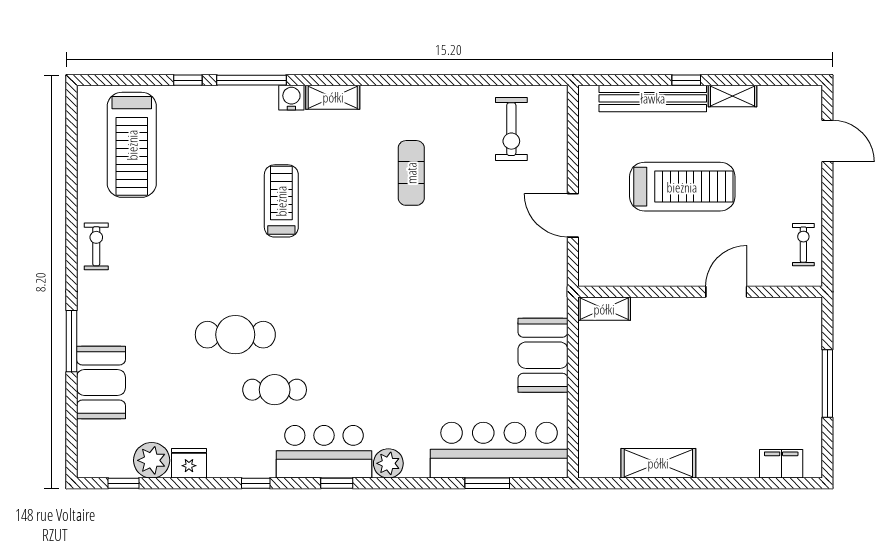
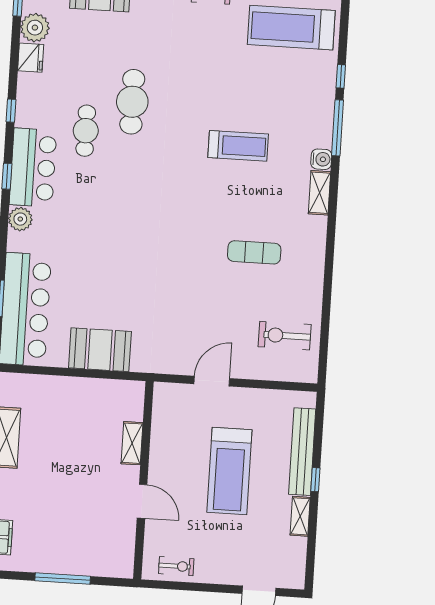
shelving: (604, 309) -> (132, 443), moved

